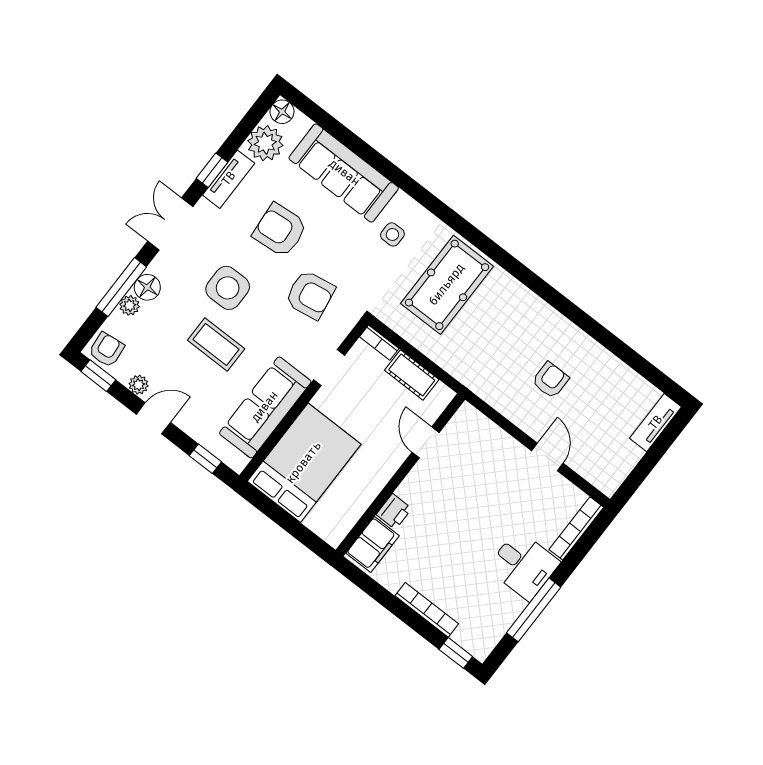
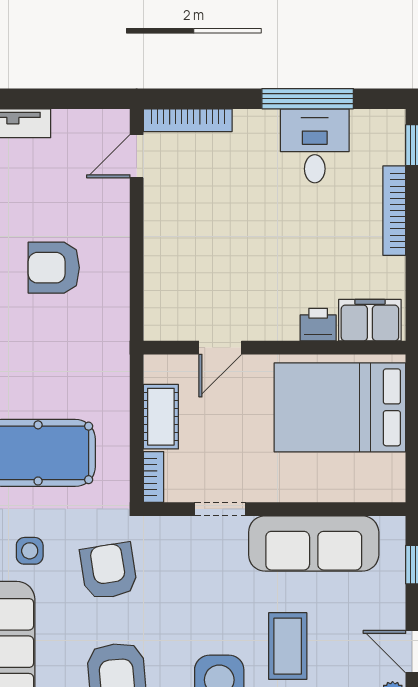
armchair: (310, 295) -> (109, 571), moved
armchair: (550, 380) -> (54, 268), width x1.38, depth x1.38
door: (547, 457) -> (137, 156), moved
bed: (304, 463) -> (340, 407), moved
desk: (523, 565) -> (315, 146), moved

